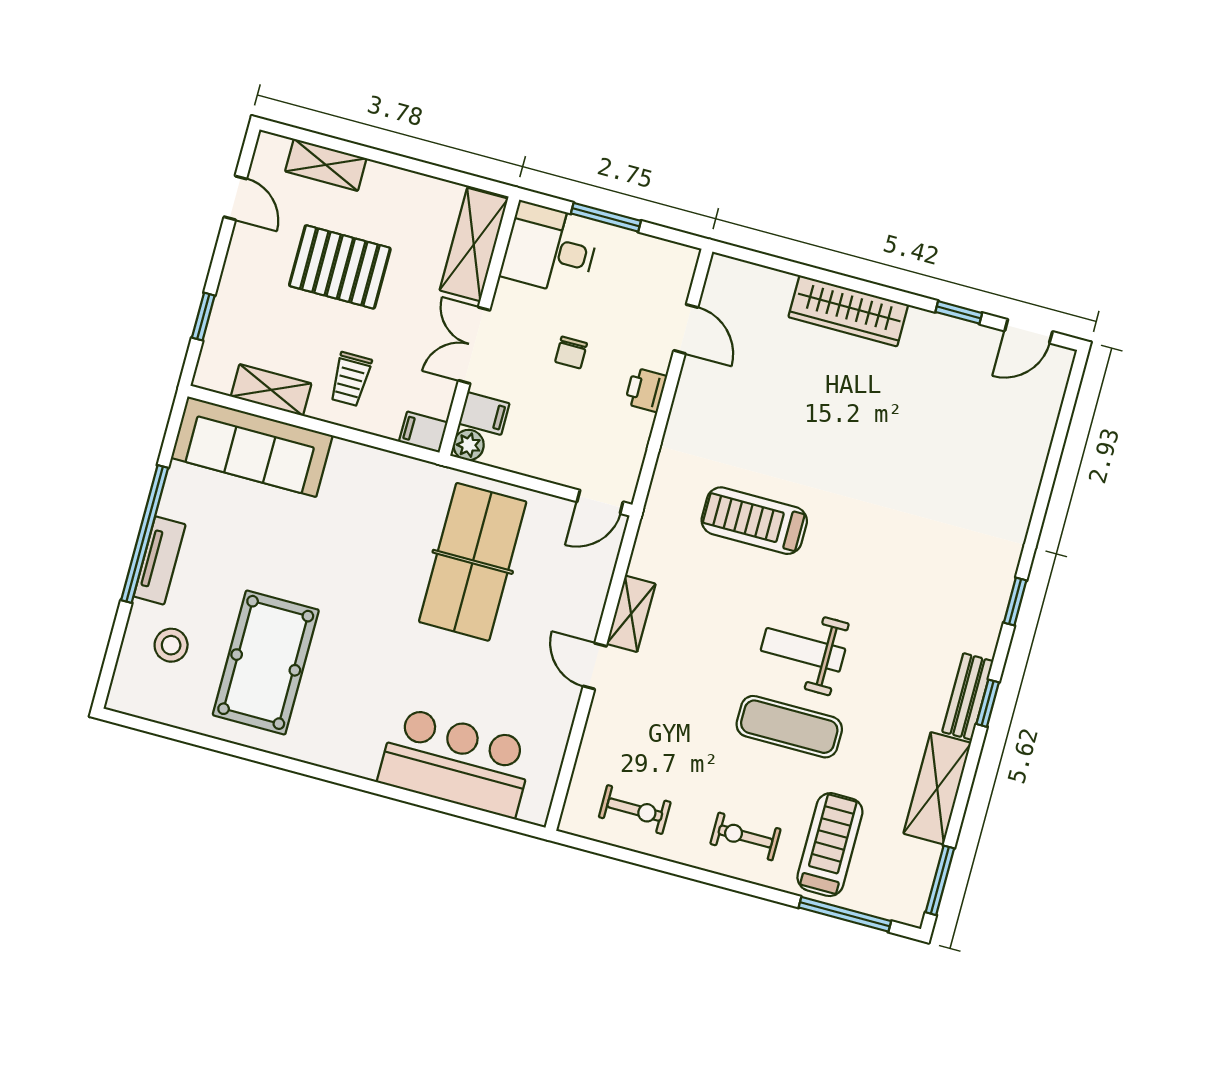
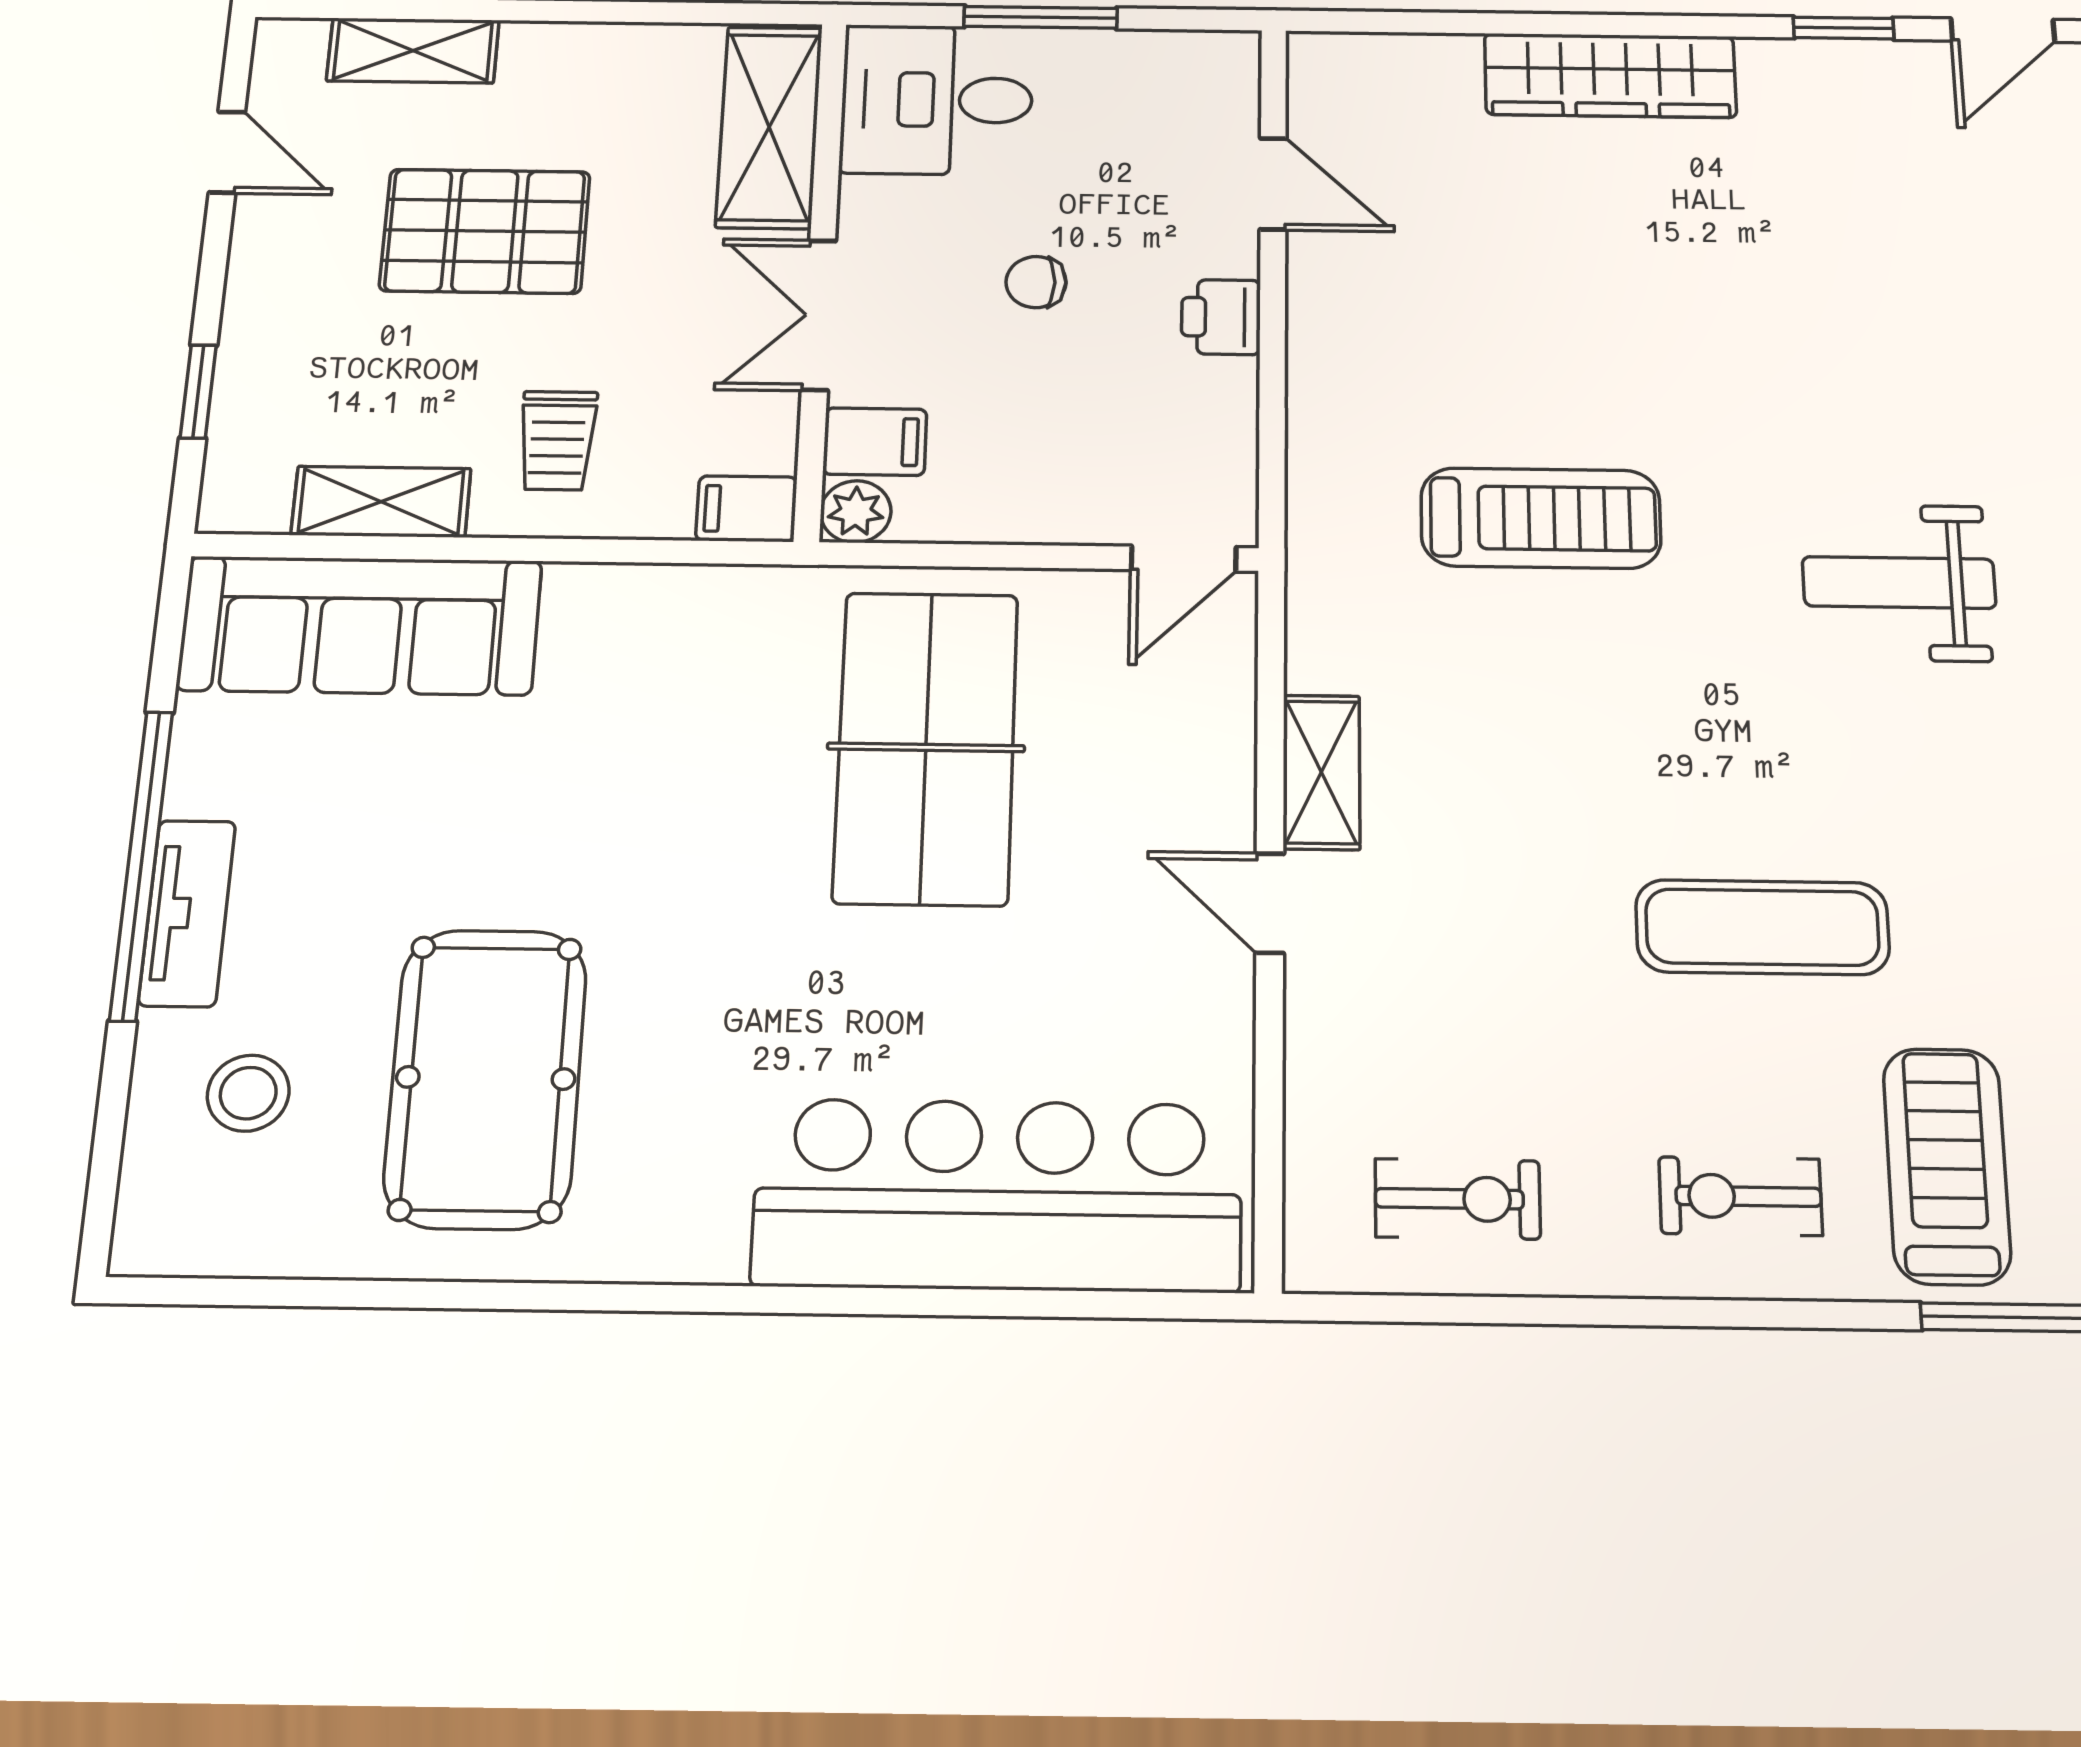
chair: (571, 353) -> (1036, 282), turned 90
treadmill: (754, 521) -> (1541, 518), turned 180
weight bench: (803, 650) -> (1899, 582), moved
bar counter: (456, 762) -> (998, 1195), width x1.36

